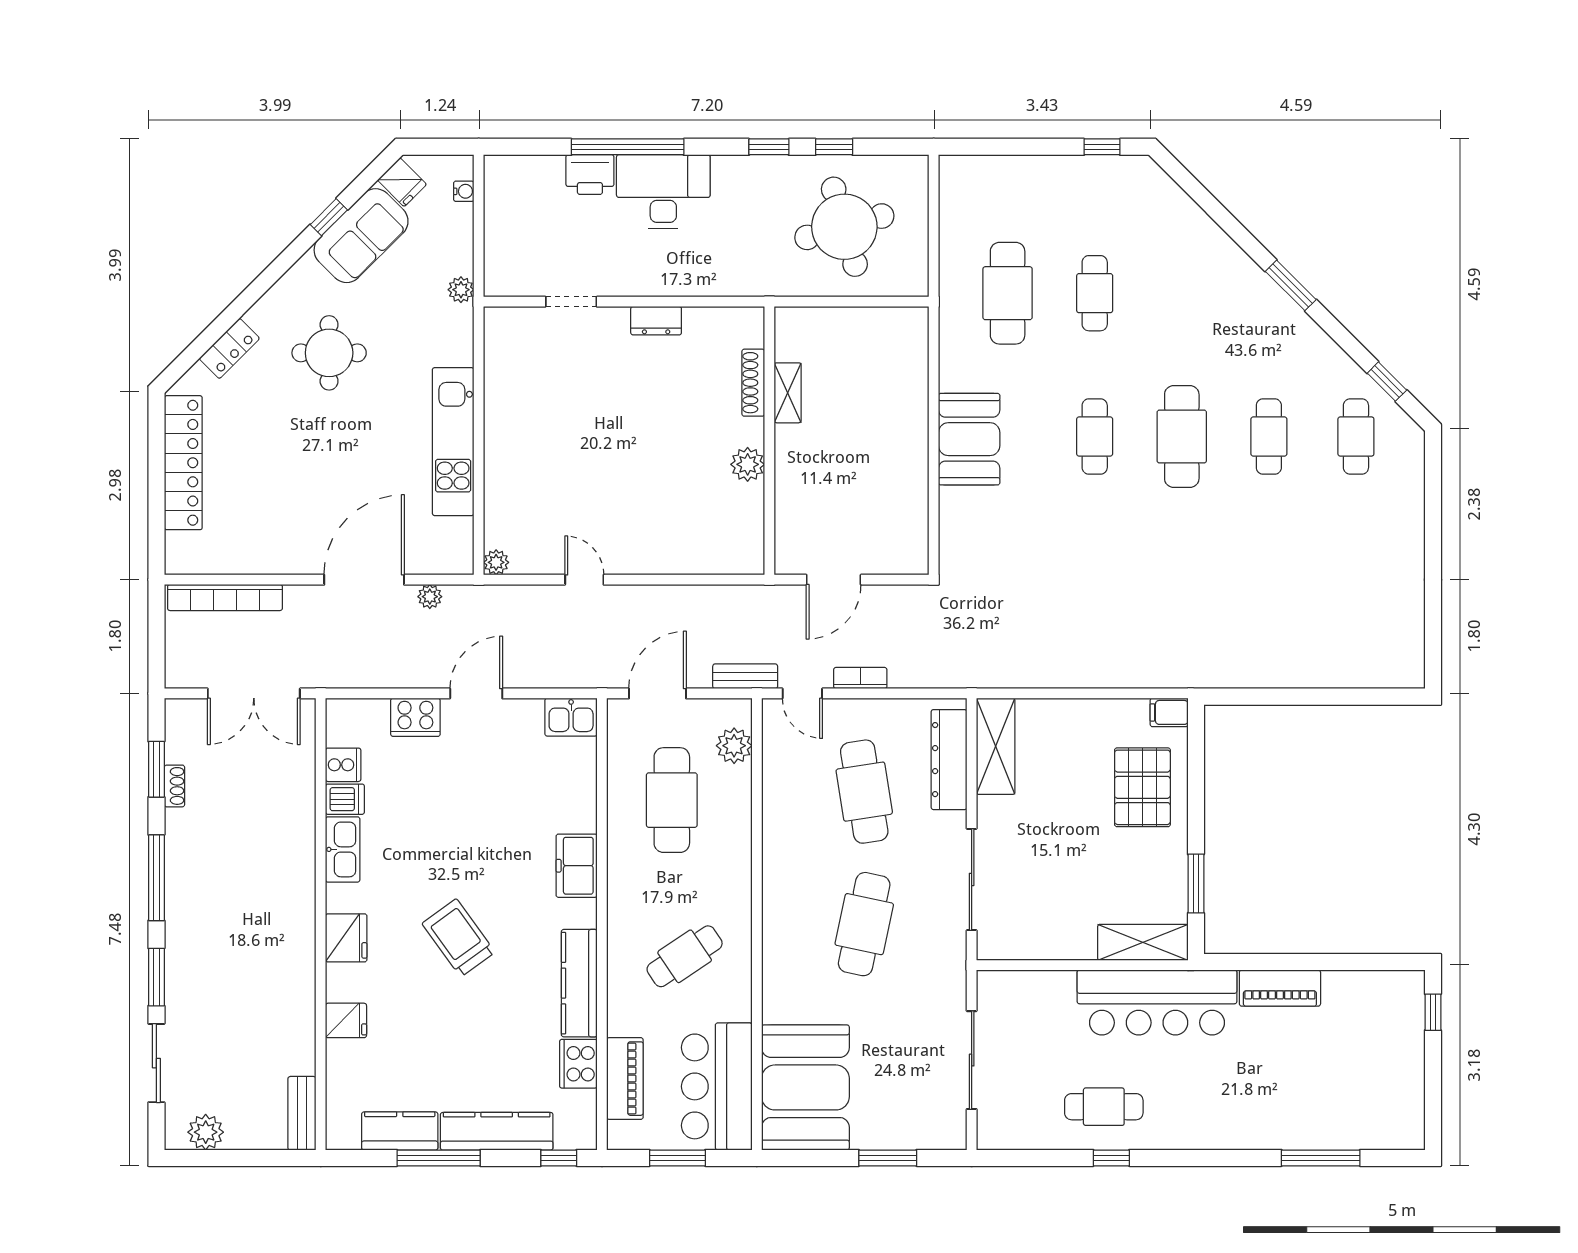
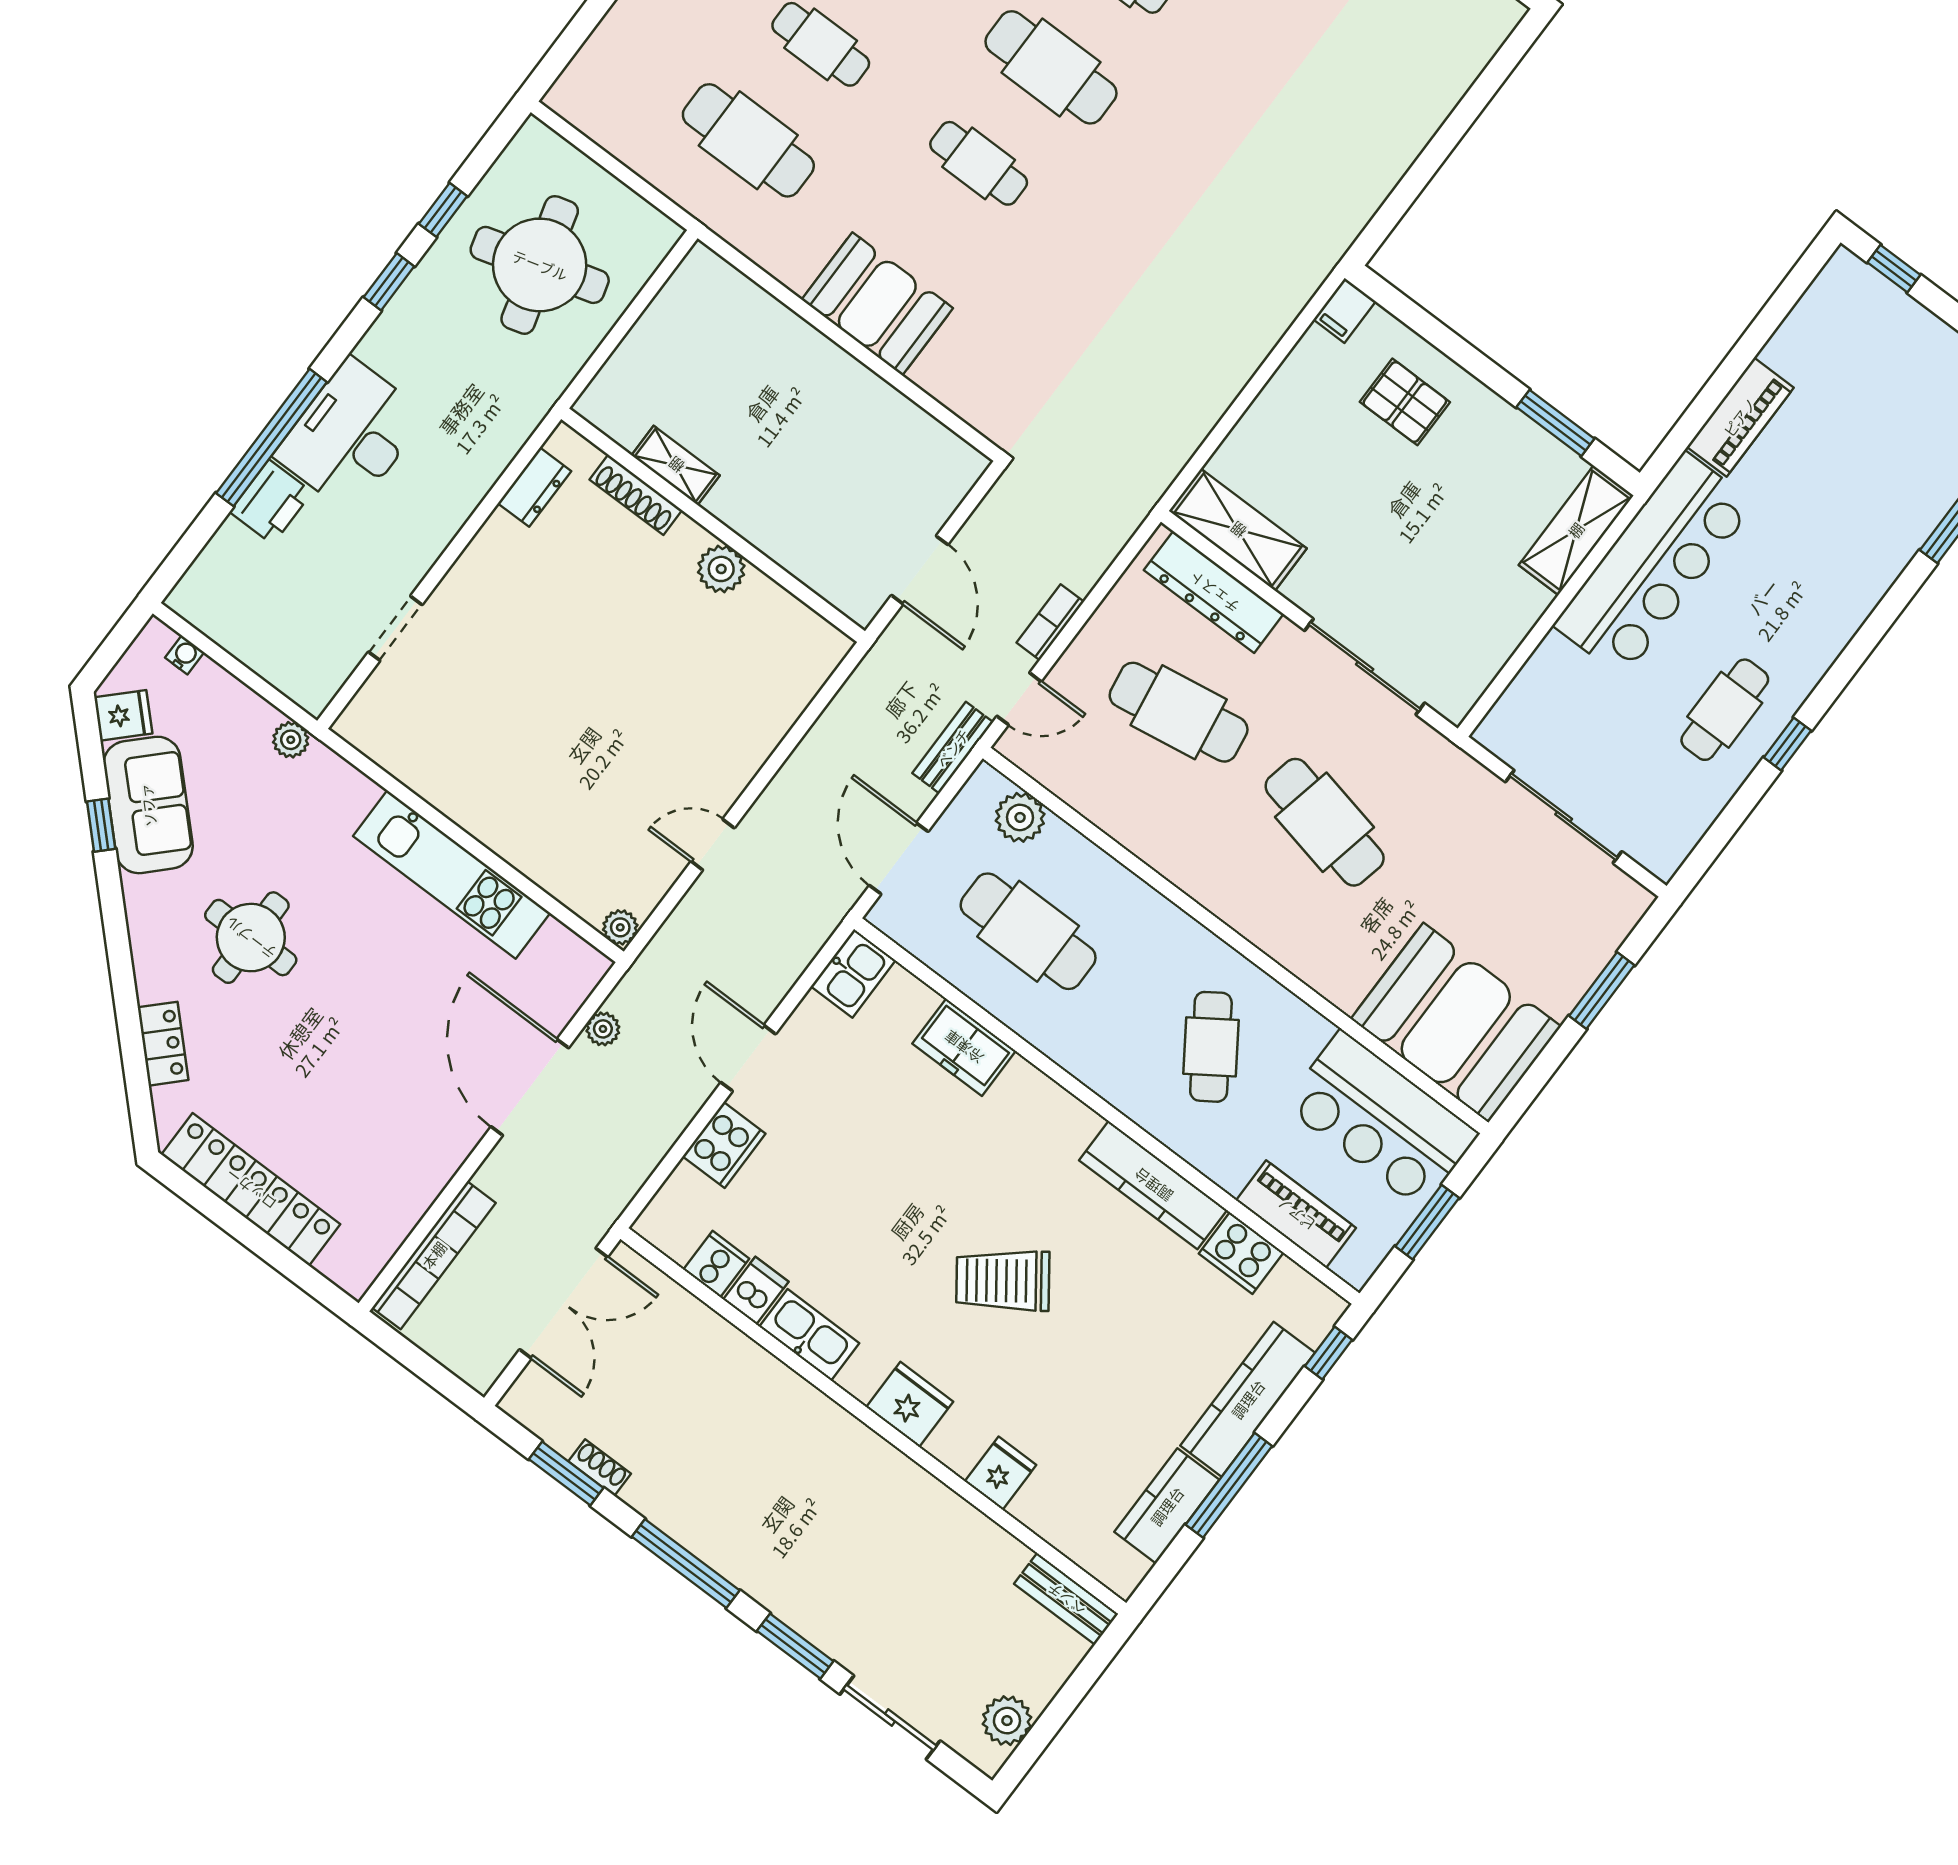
dresser: (656, 321) -> (534, 487), moved
pallet: (1142, 787) -> (1405, 402), width x0.67, depth x0.71
freezer: (577, 866) -> (964, 1047), moved

